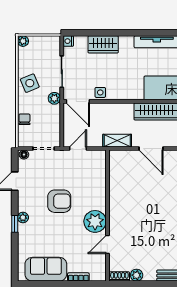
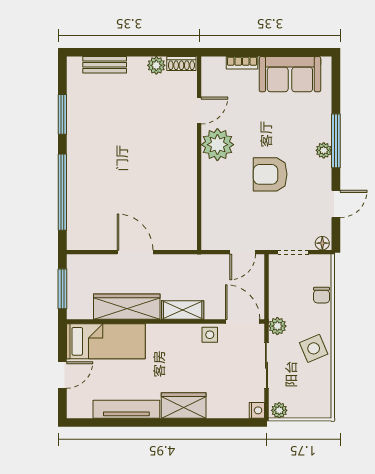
plant: (23, 41) -> (279, 410), moved
wardrobe: (103, 44) -> (184, 405), moved
shelving: (117, 141) -> (183, 310), moved
window: (15, 224) -> (336, 141), width x2.17

